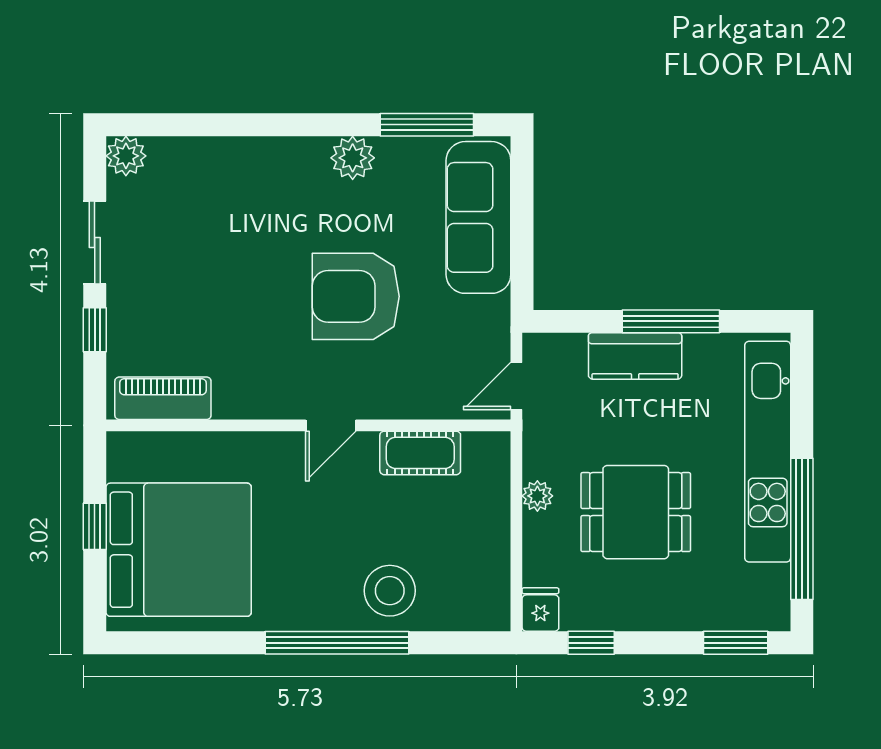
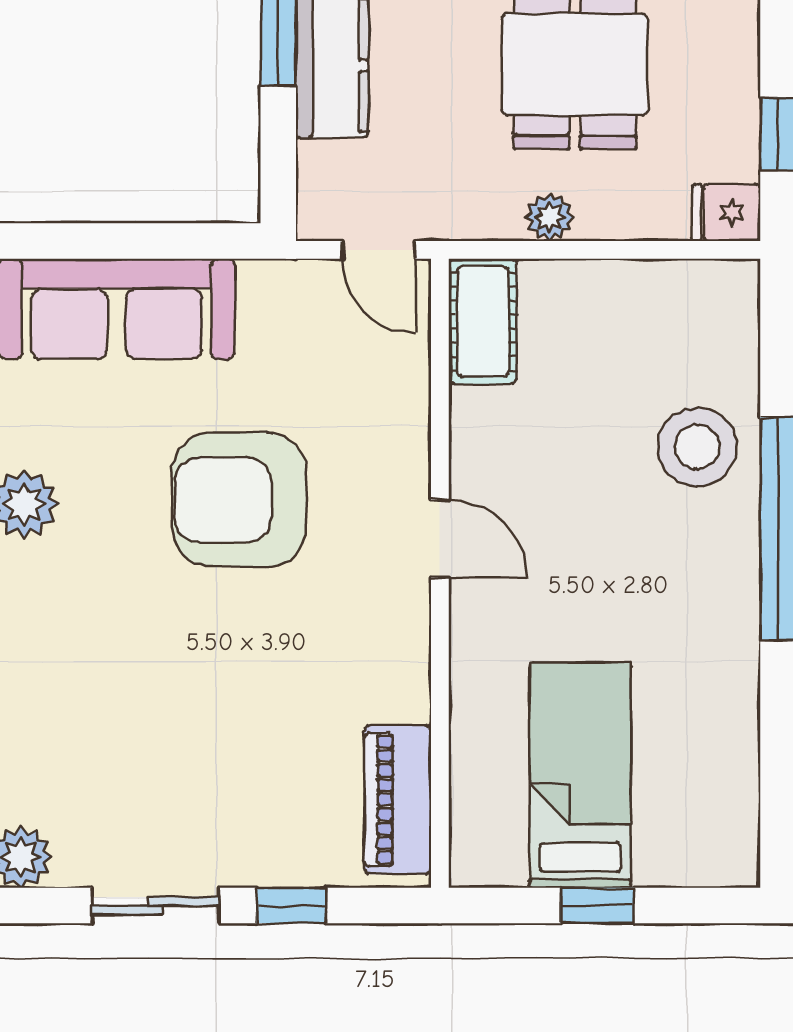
armchair: (356, 296) -> (239, 500), turned 90
cot: (420, 453) -> (483, 321), moved
bed: (179, 550) -> (580, 775), width x0.49

